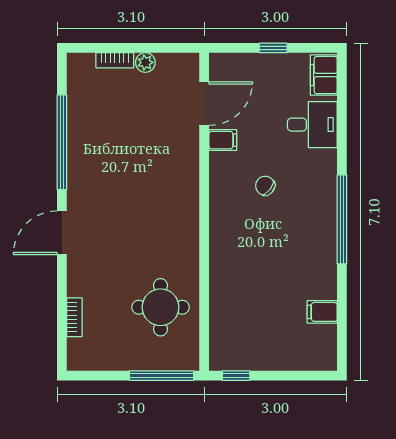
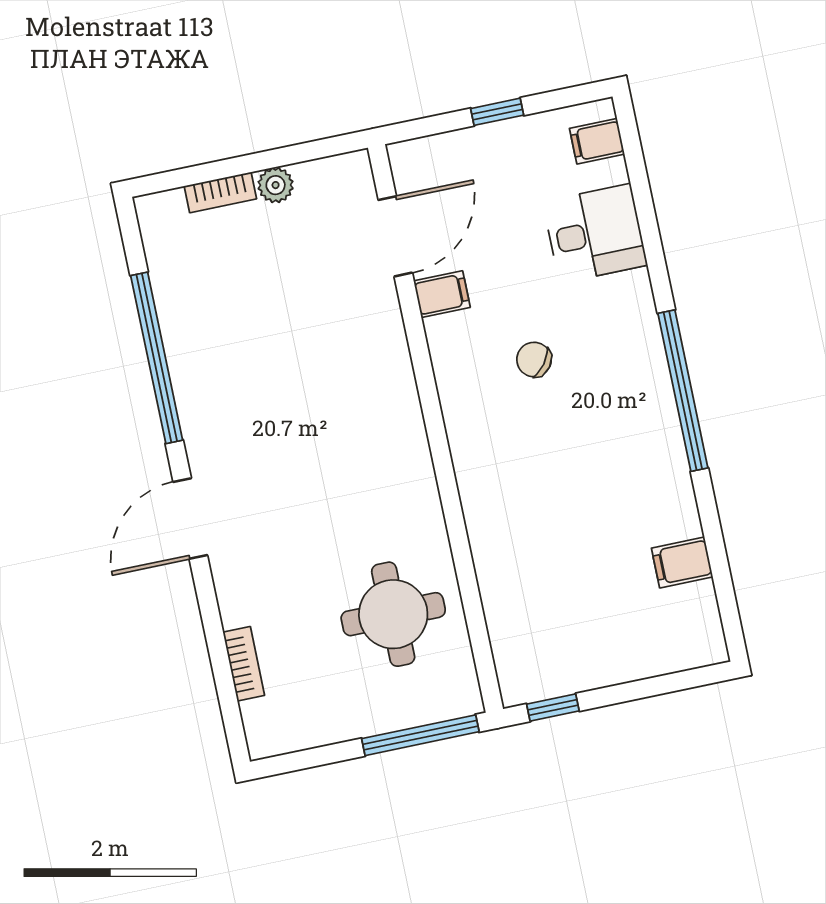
filing cabinet: (324, 75) -> (597, 141), width x0.50

